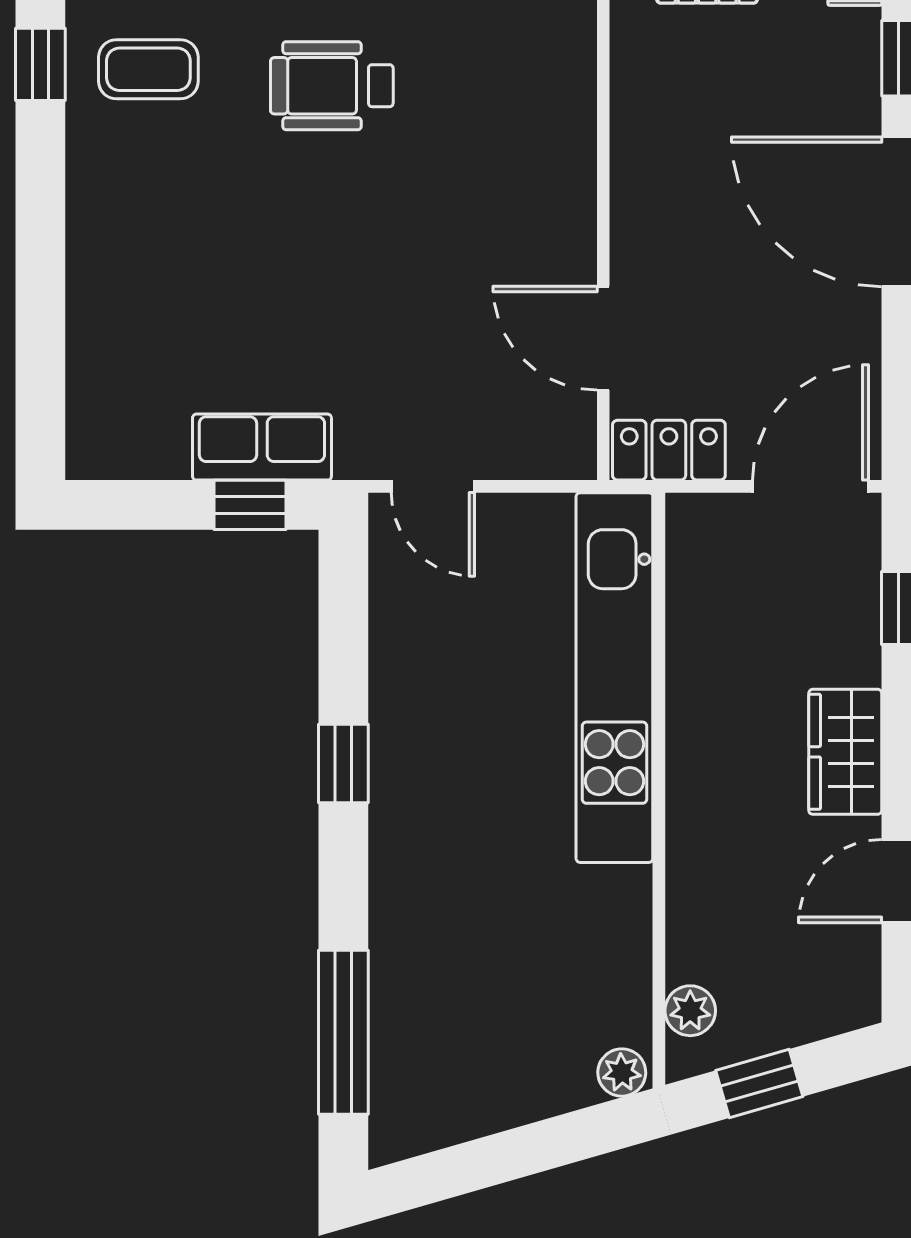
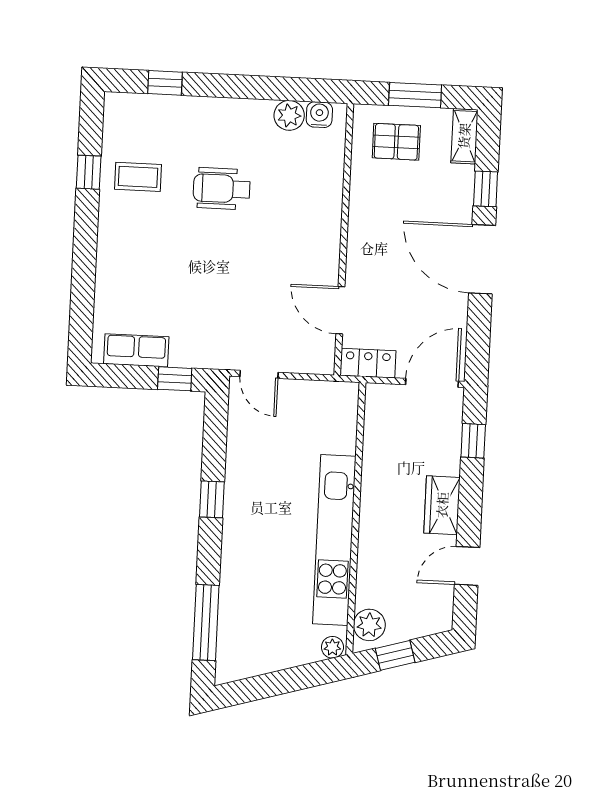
row of seats: (262, 447) -> (136, 350), moved
kitchen unit: (614, 678) -> (334, 540), moved
plant: (690, 1011) -> (369, 625), width x1.38, depth x1.38

